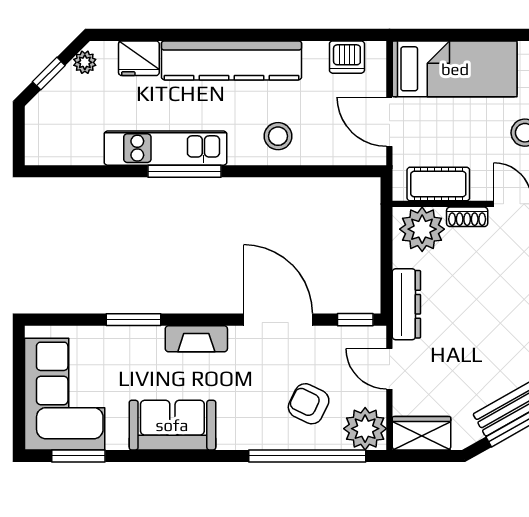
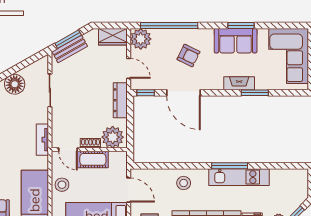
cot: (438, 184) -> (93, 159), moved
fireplace: (196, 339) -> (239, 83), moved
armchair: (309, 404) -> (188, 56), moved
window: (78, 456) -> (241, 26), moved

